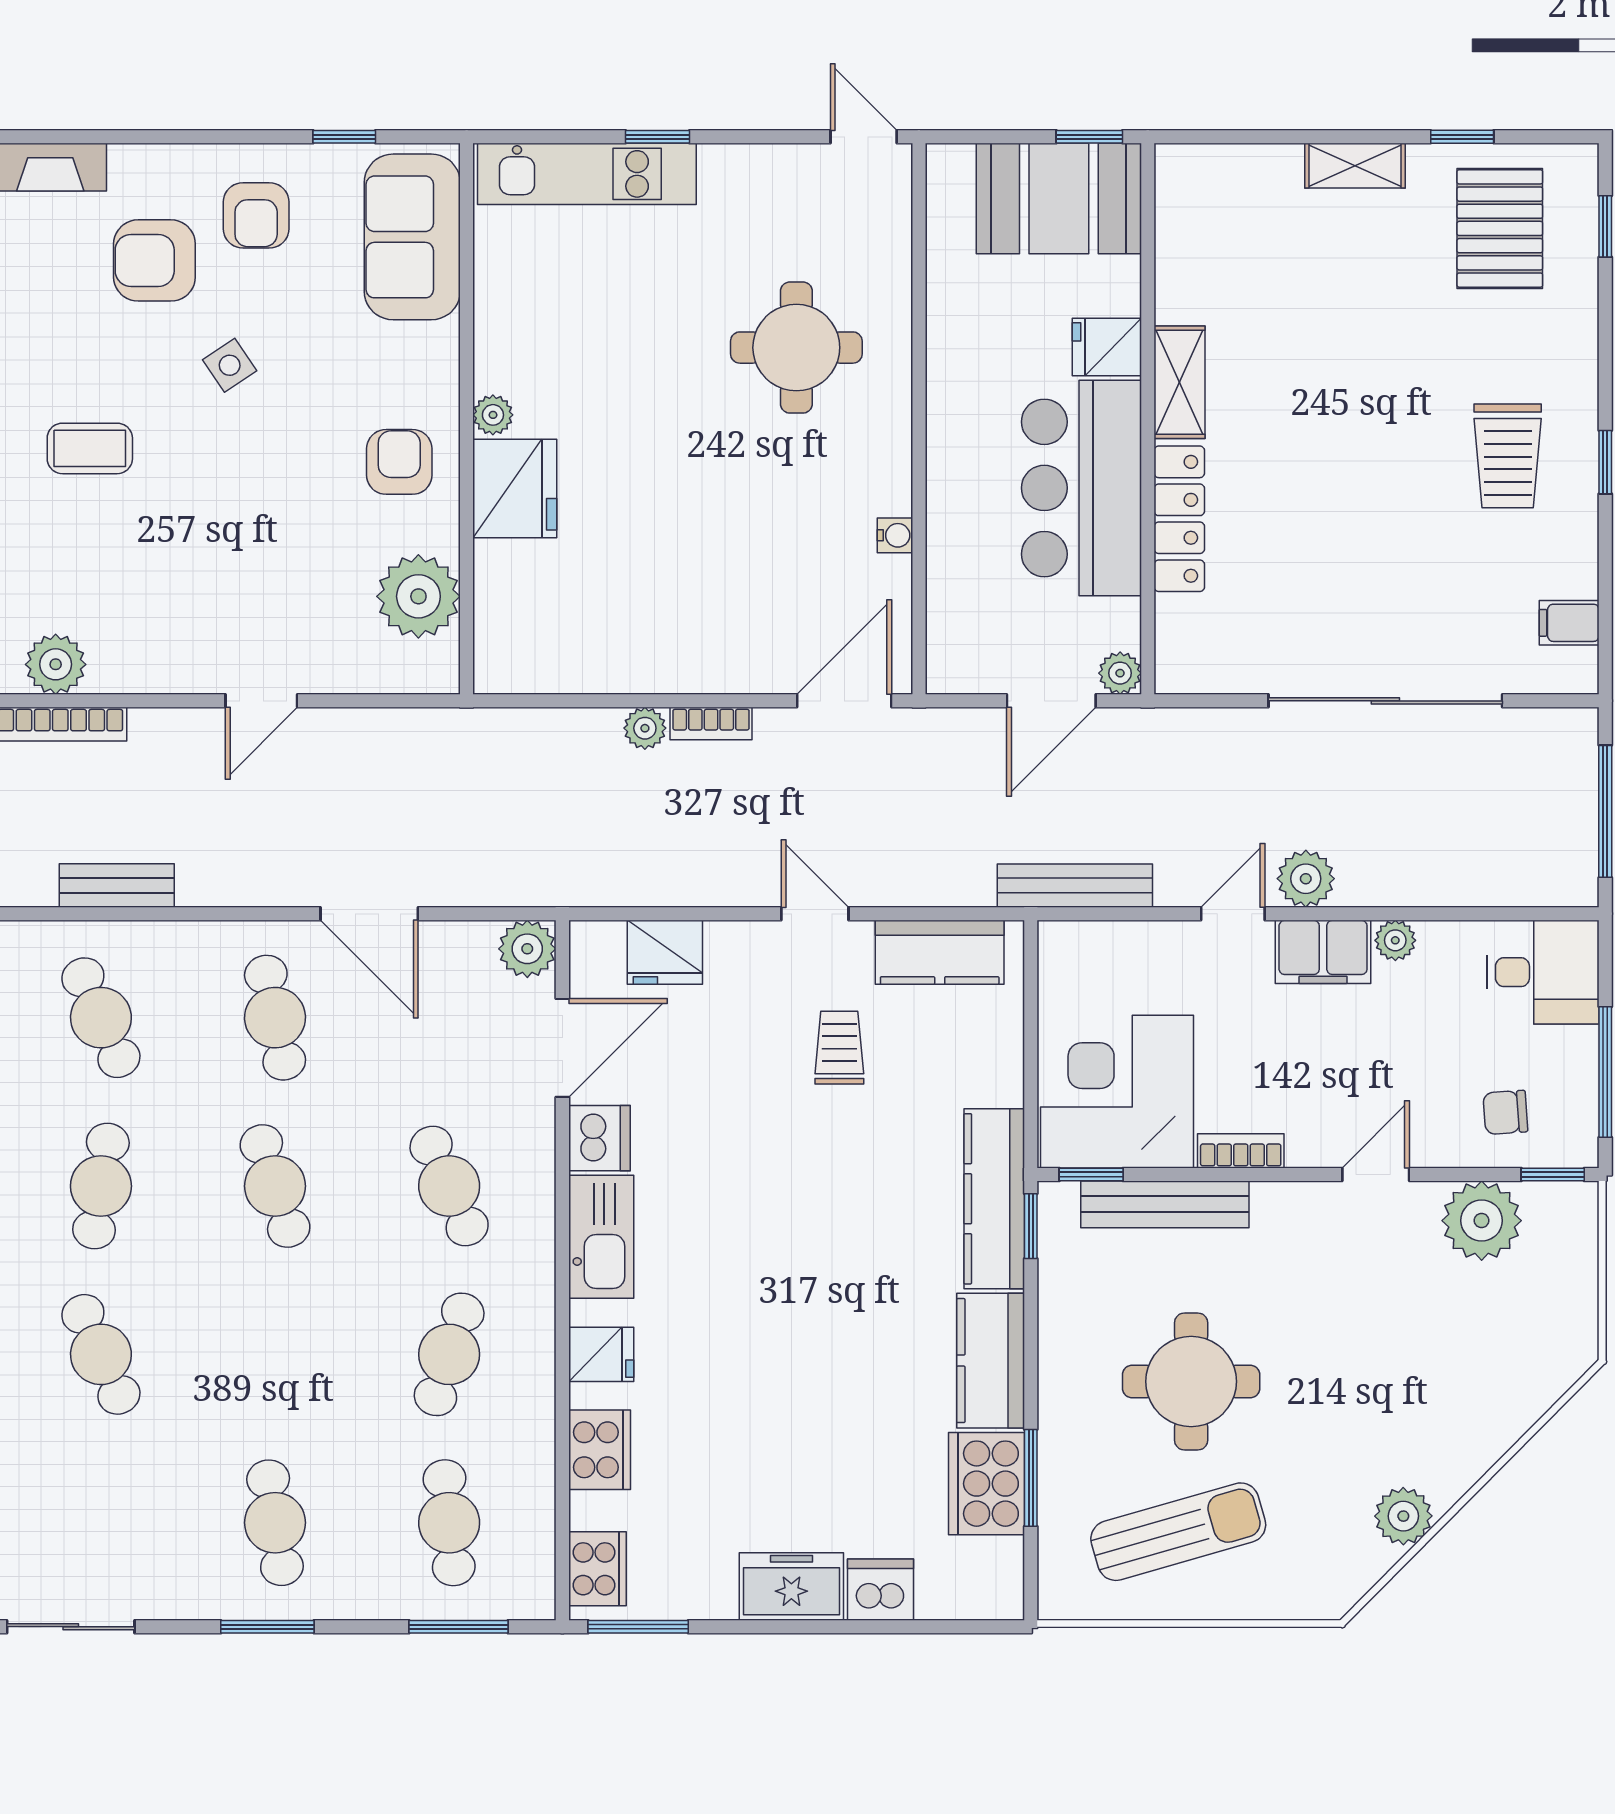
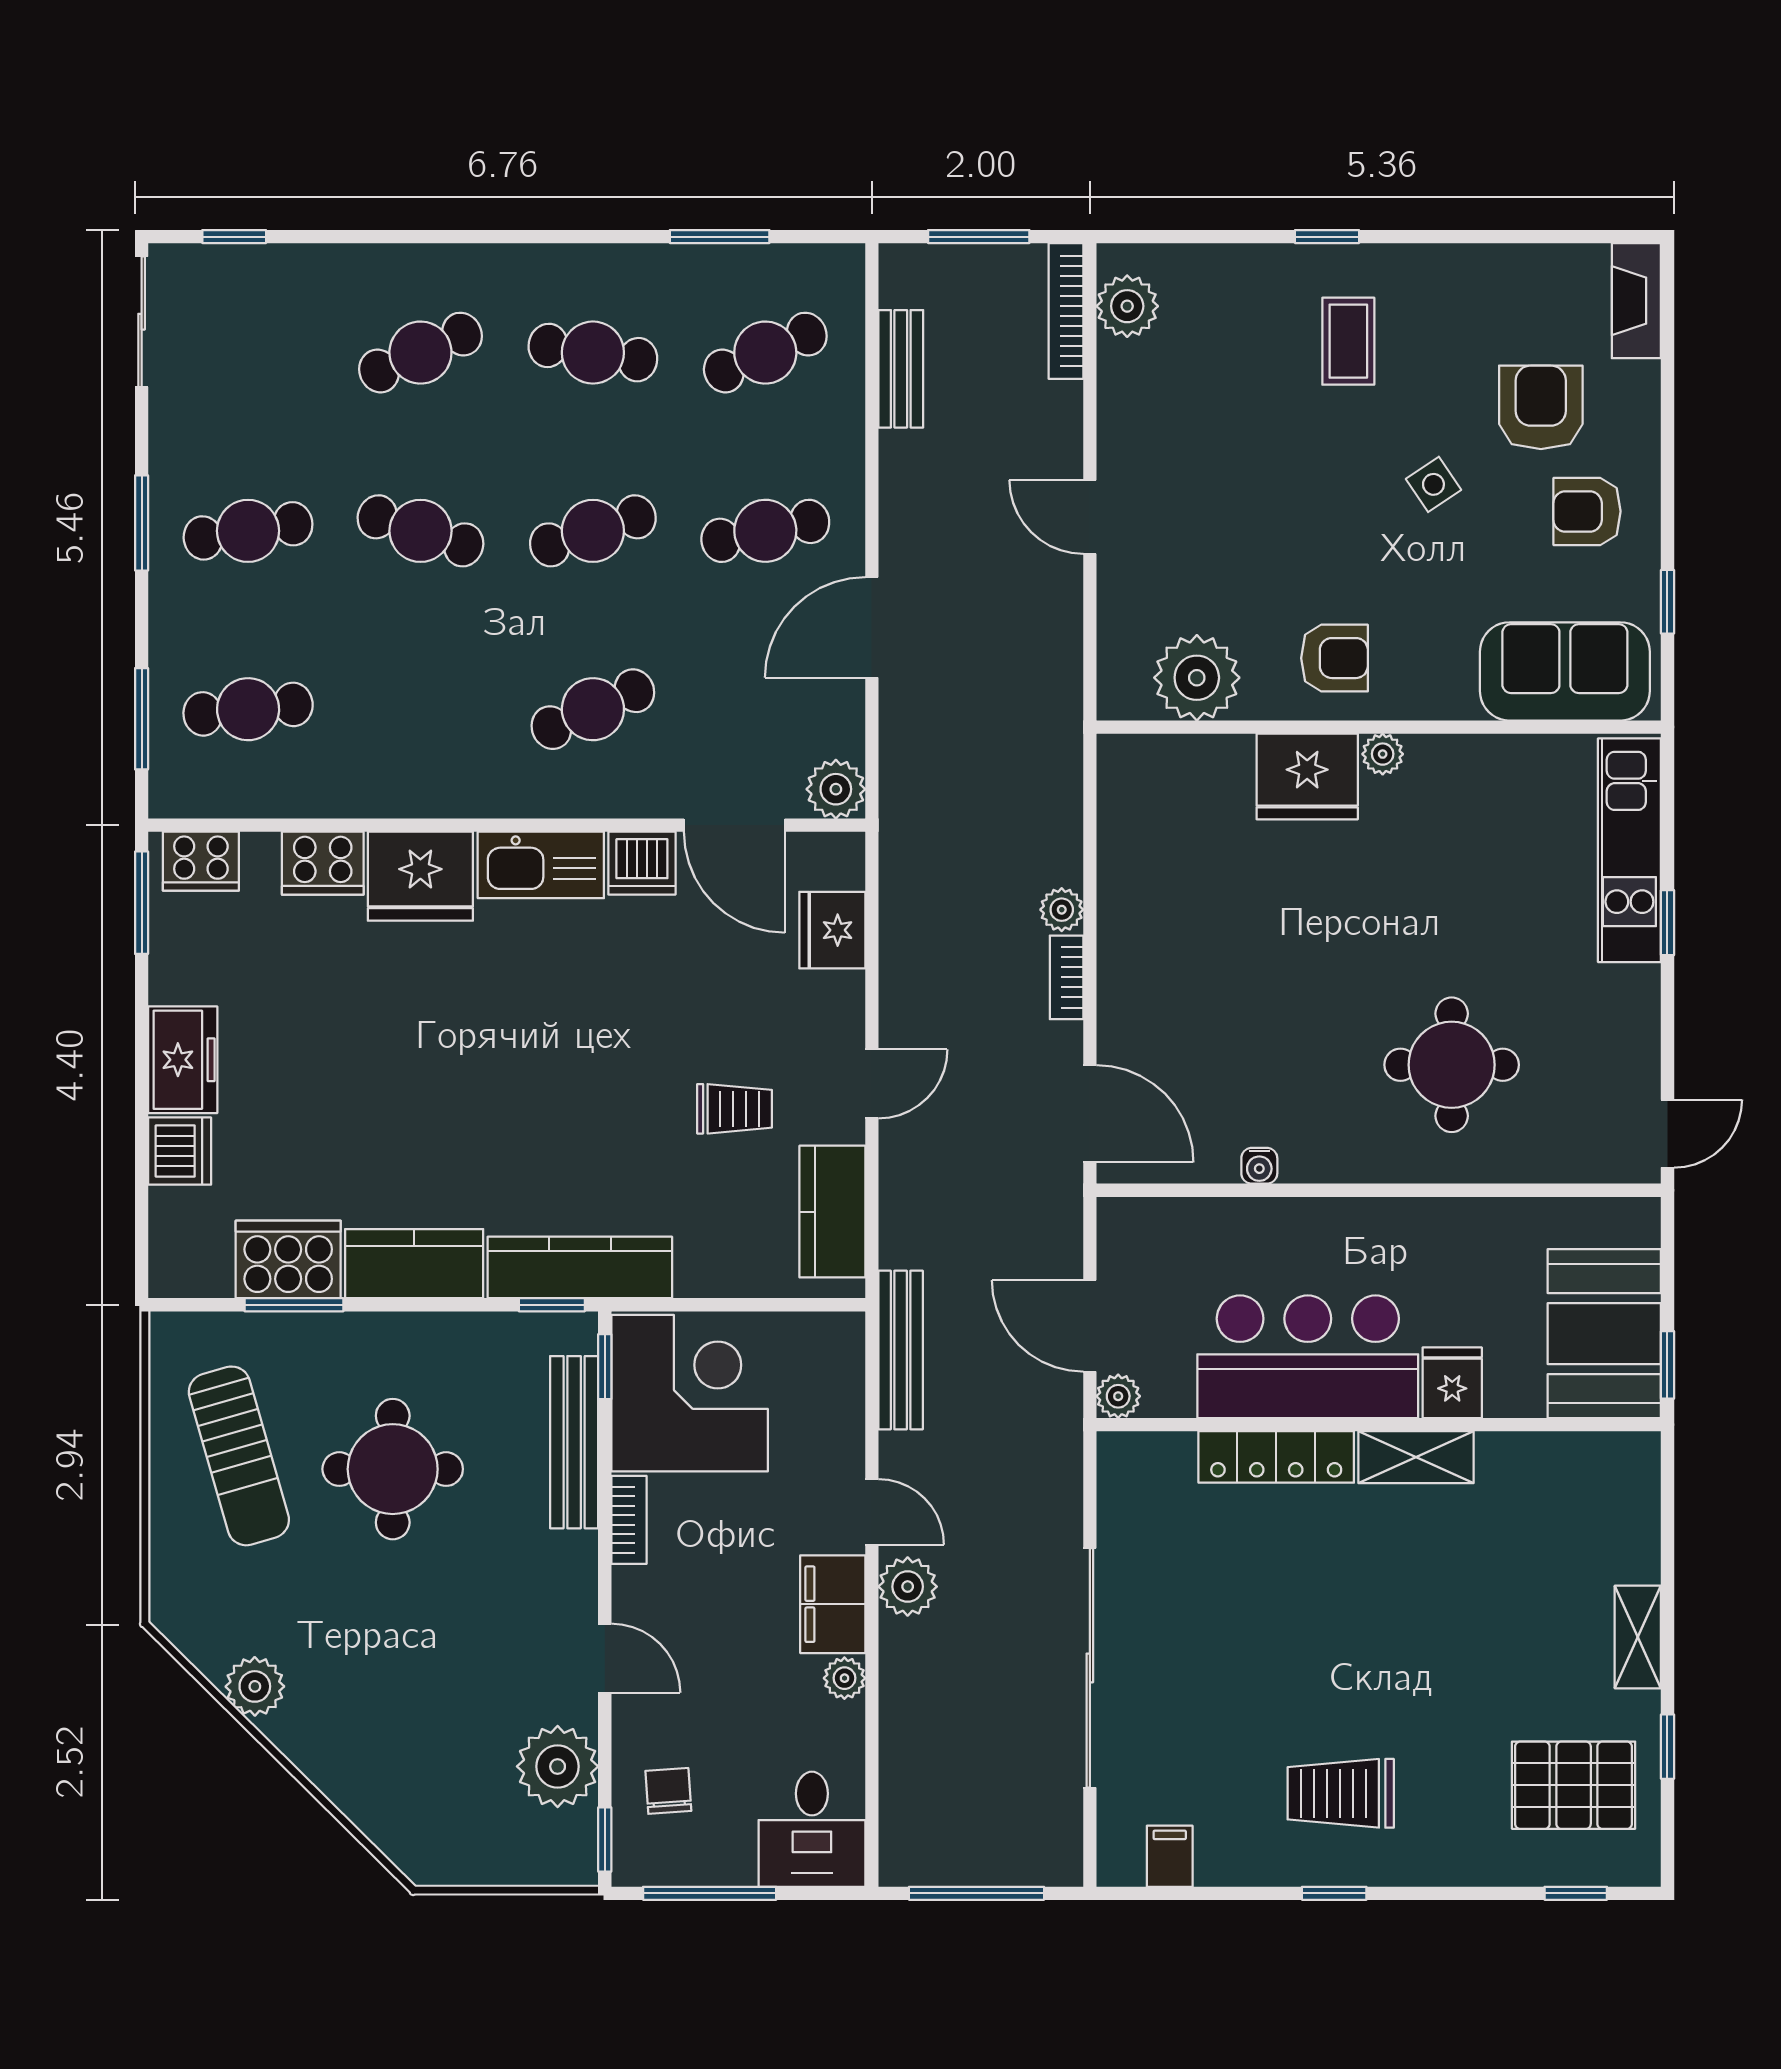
cafe table: (449, 1354) -> (420, 531), moved
fridge: (601, 1354) -> (420, 876), width x1.88, depth x1.34

